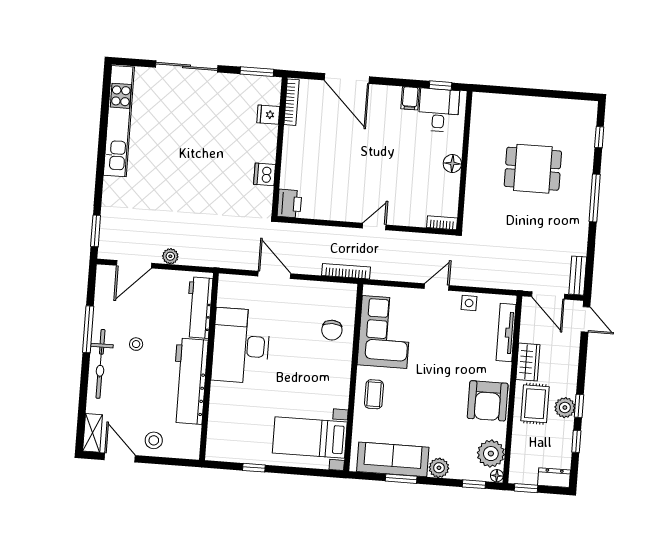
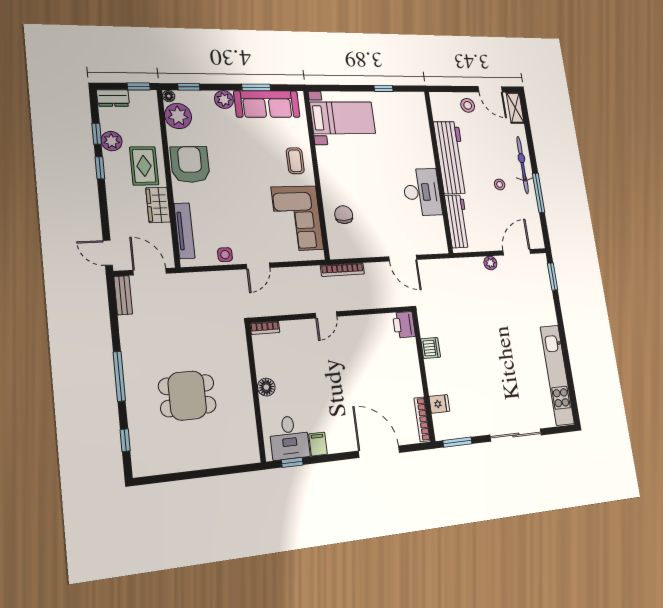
desk: (241, 346) -> (422, 192), width x0.73, depth x0.77
plant: (565, 408) -> (112, 141), moved

